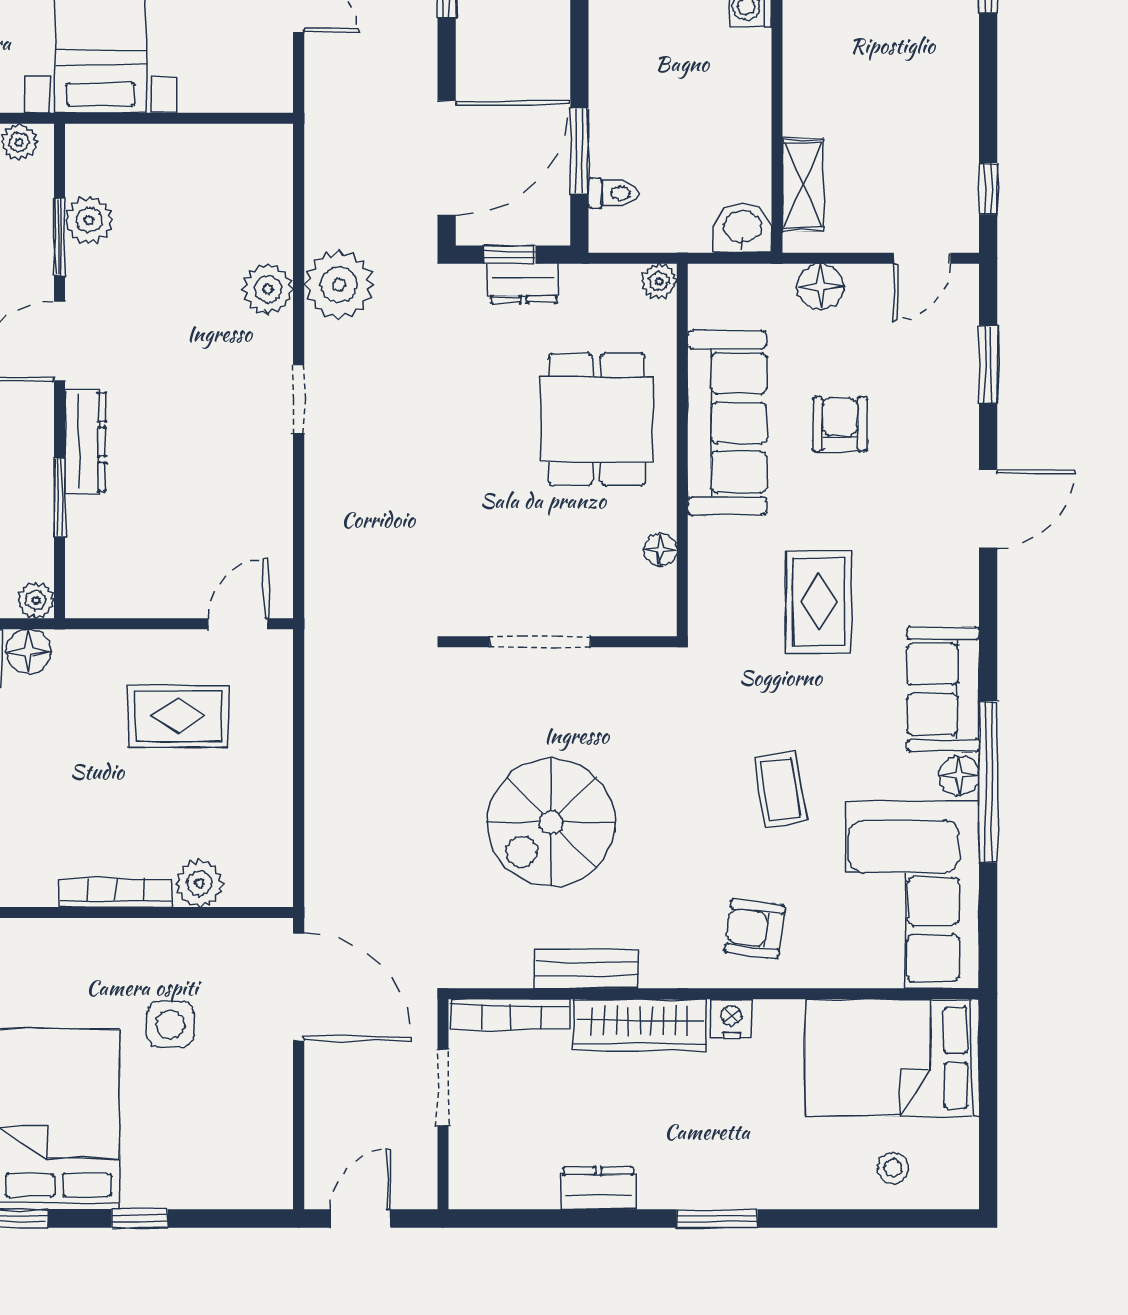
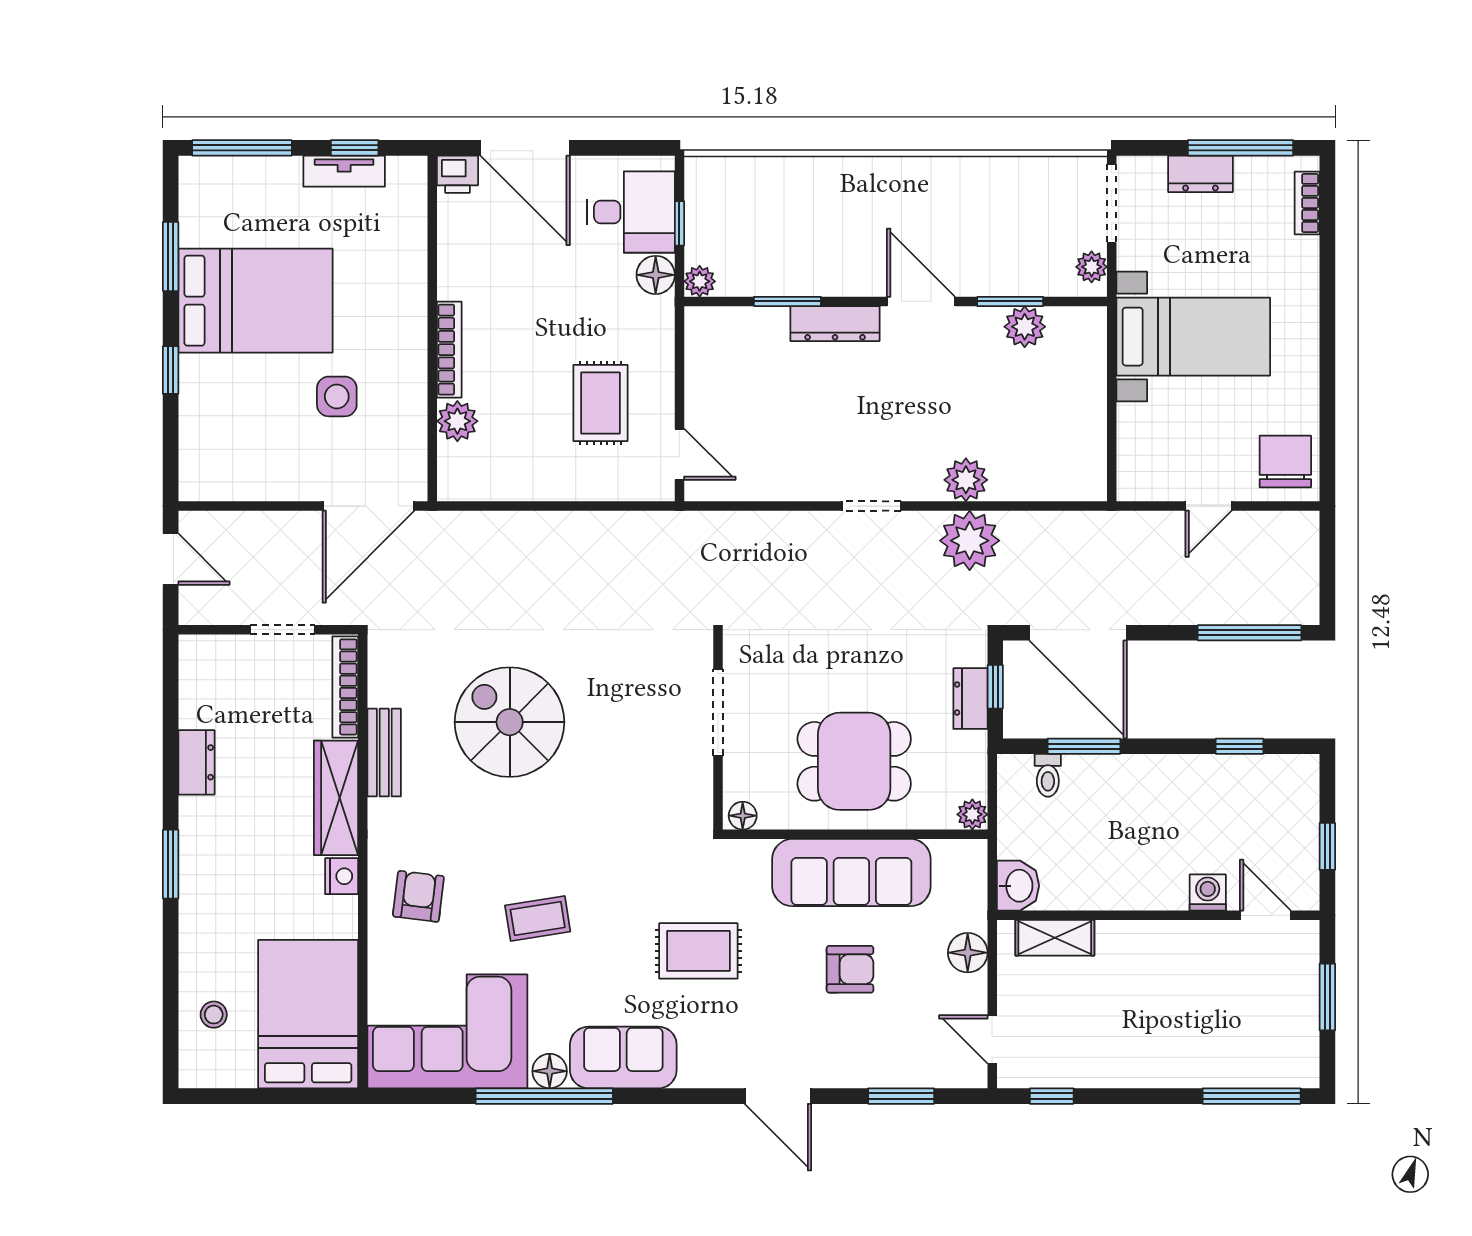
doorway: (540, 642) -> (718, 713), moved
wall: (563, 642) -> (718, 732), moved

